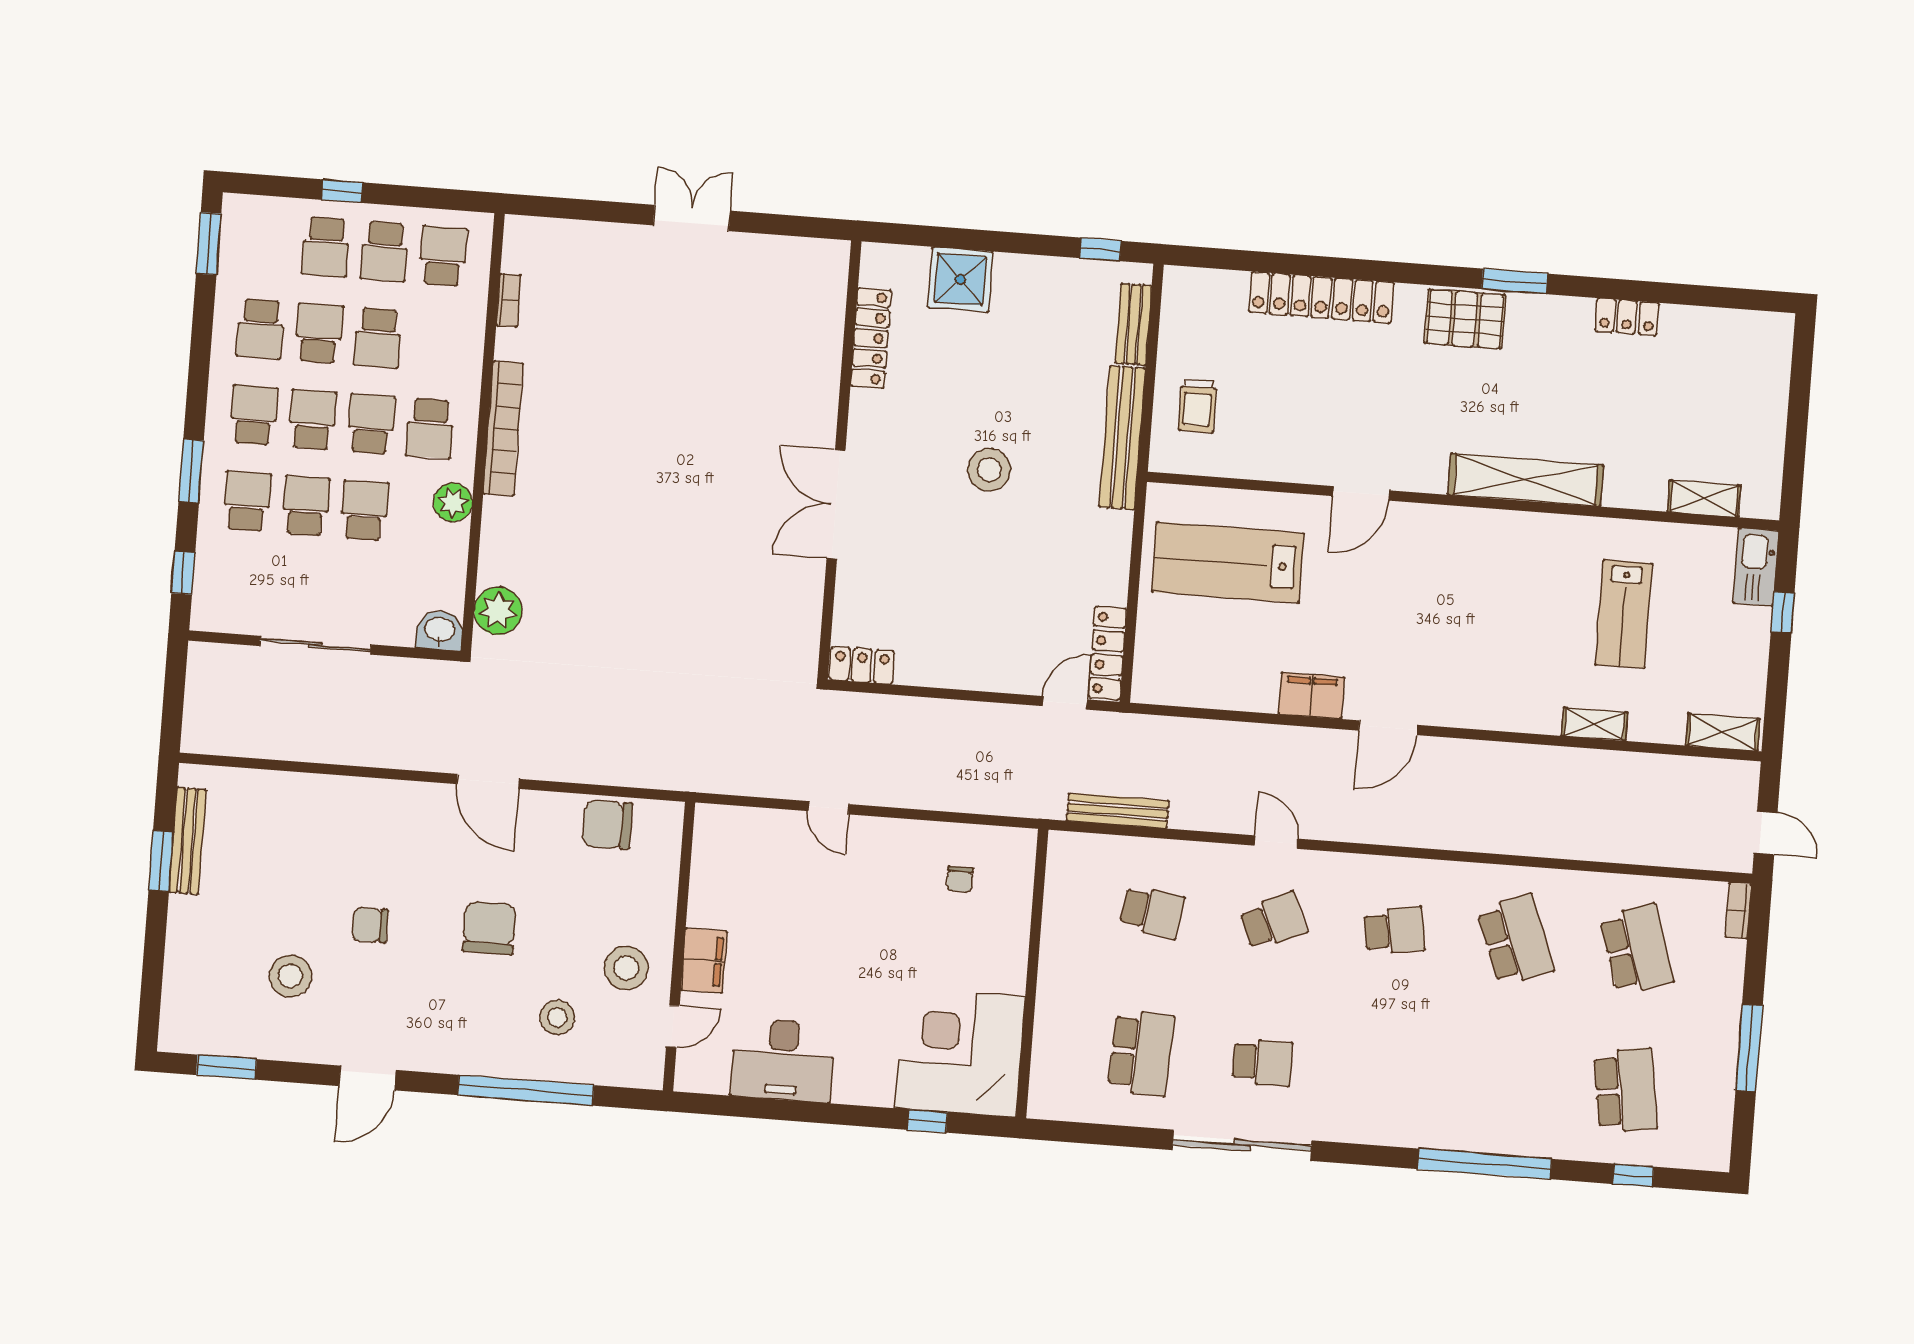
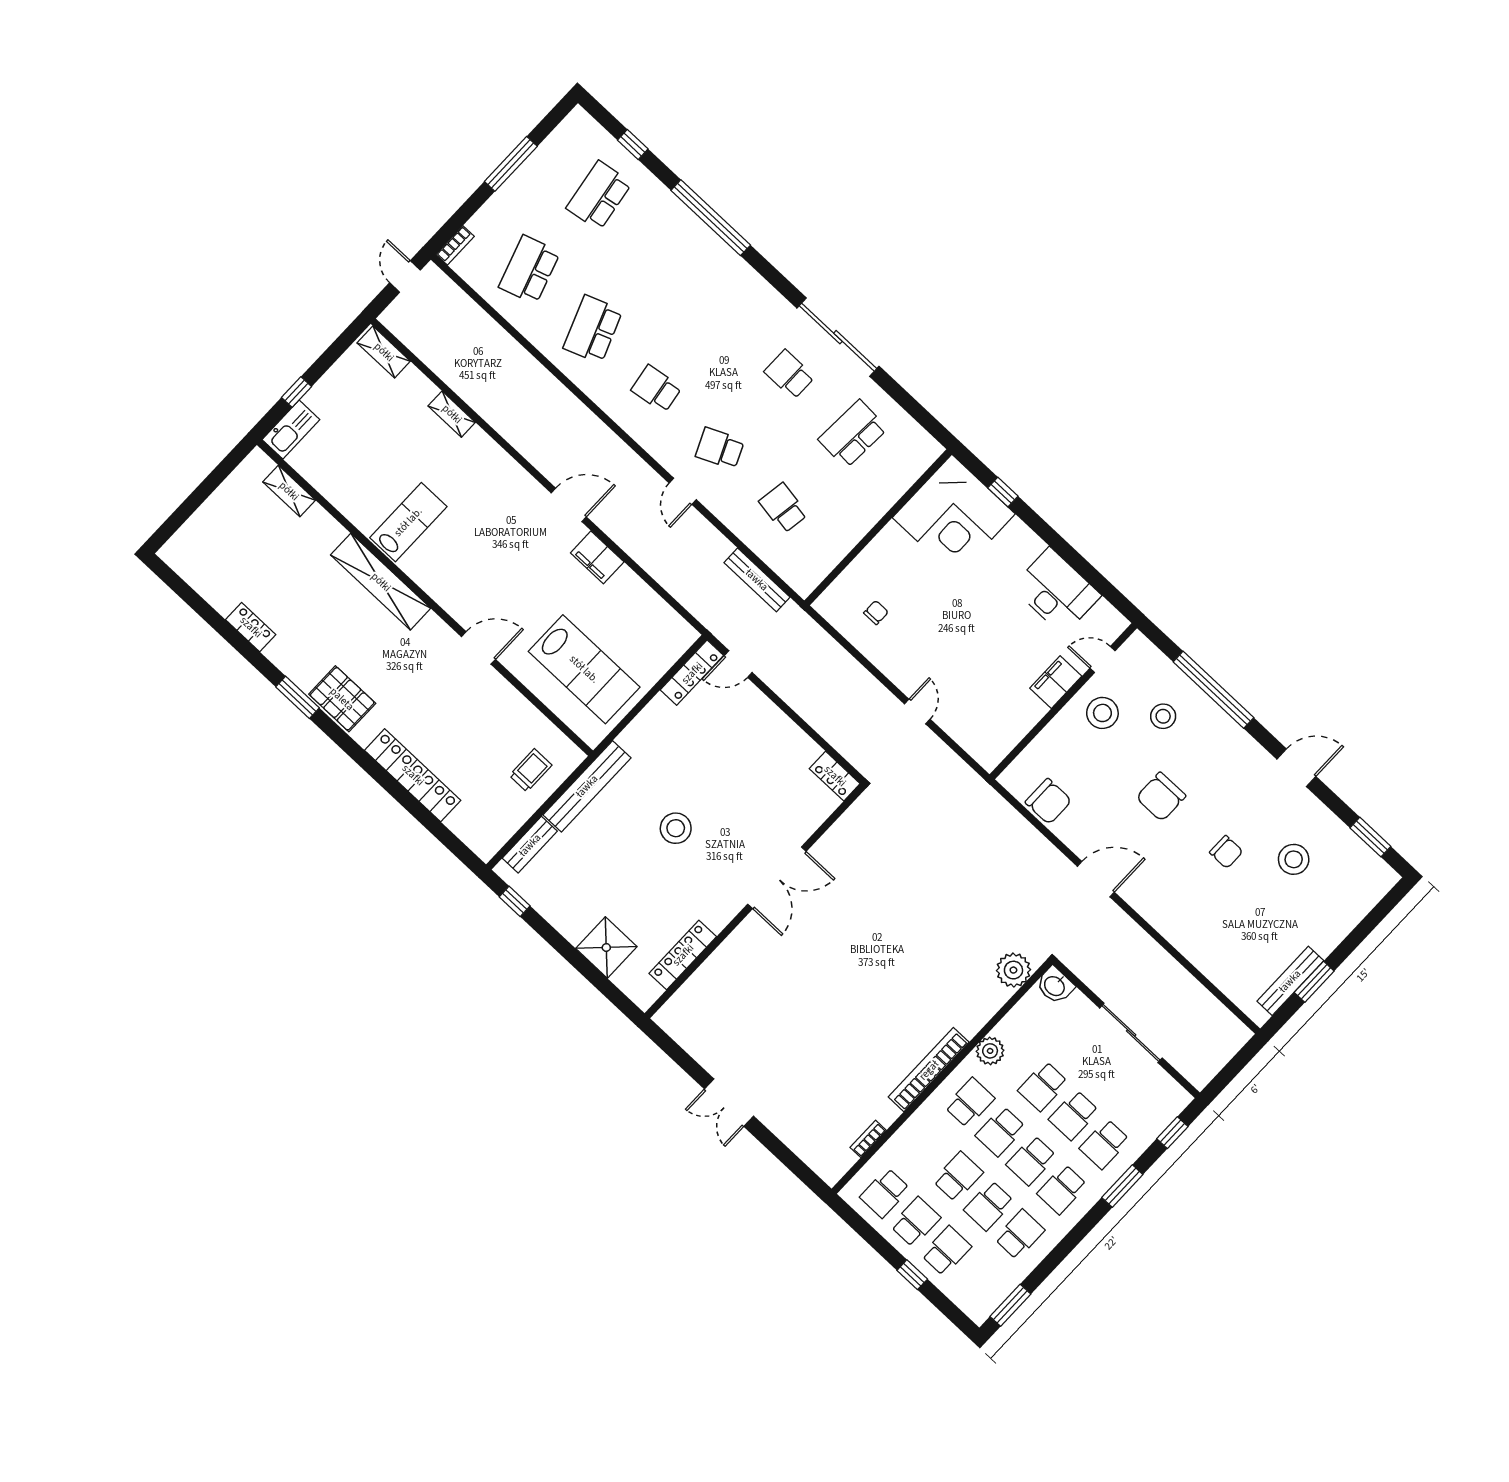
lab bench: (1624, 614) -> (408, 522), moved
door: (488, 781) -> (1096, 879), hinge flipped

